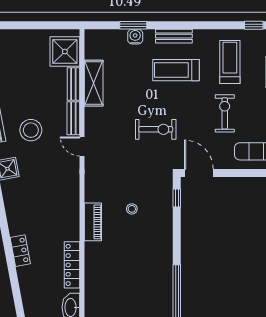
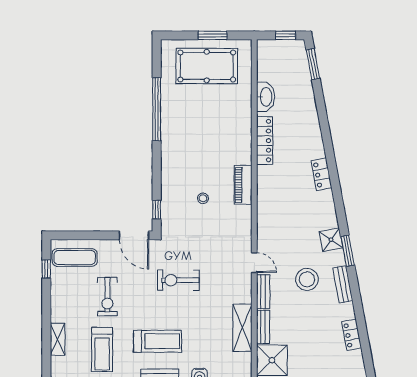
locker: (20, 251) -> (321, 174), moved

